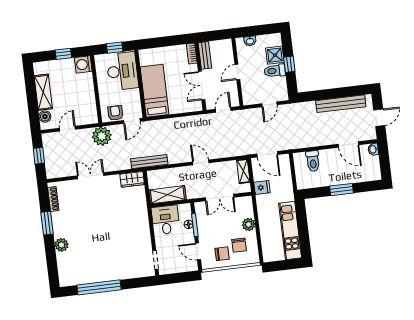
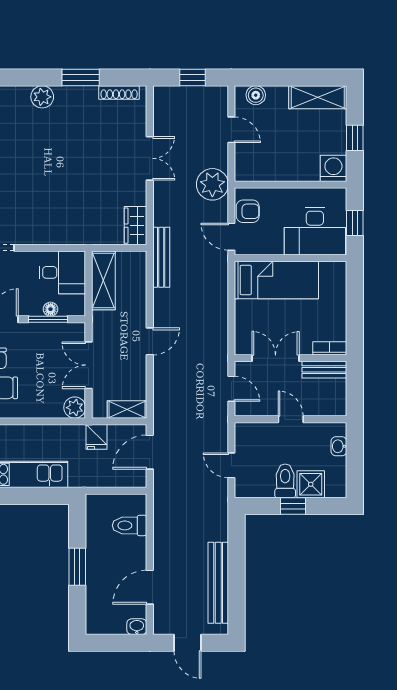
shelving: (43, 92) -> (318, 97), moved
plant: (249, 224) -> (75, 408), moved

